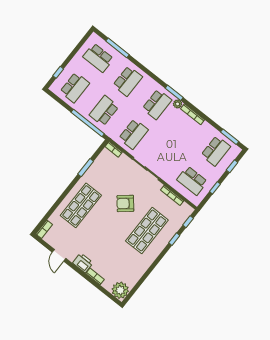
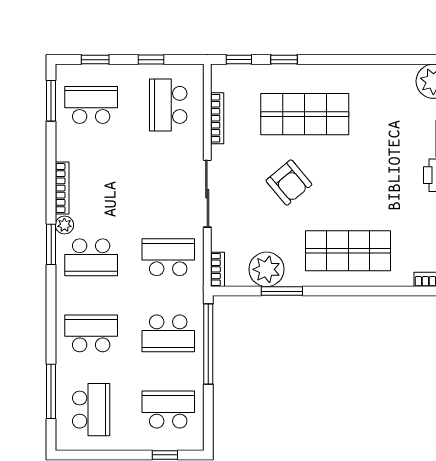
school desk: (157, 104) -> (91, 257), turned 180
plant: (99, 168) -> (267, 269), added
school desk: (192, 181) -> (168, 105), turned 180

